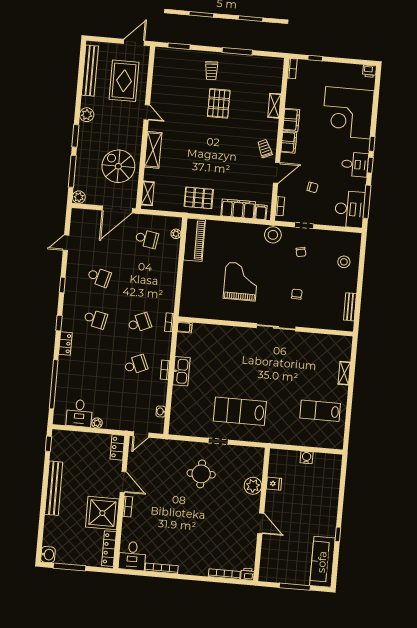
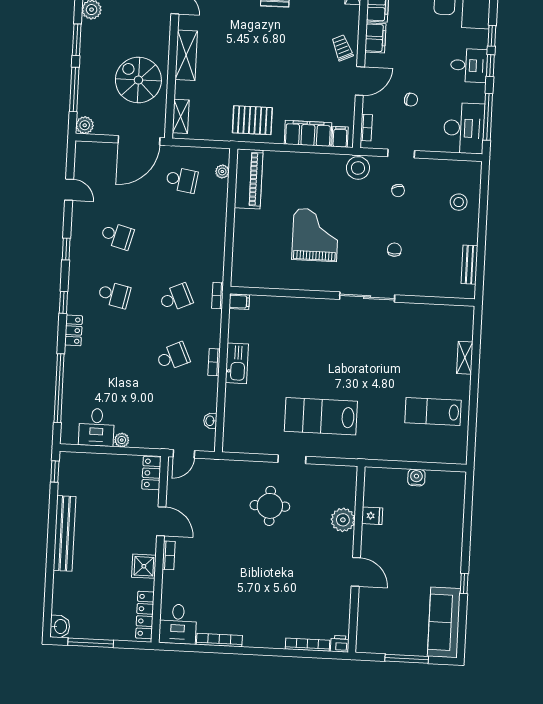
door: (66, 243) -> (69, 190), swing flipped
shower: (102, 513) -> (144, 566), width x0.54, depth x0.54

